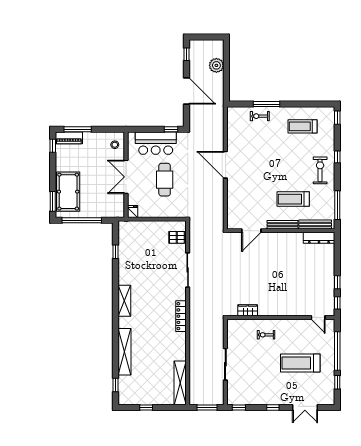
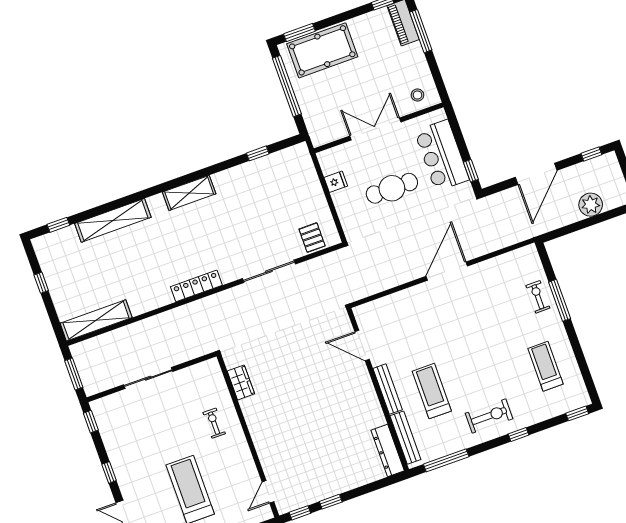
fridge: (133, 212) -> (336, 182), moved

